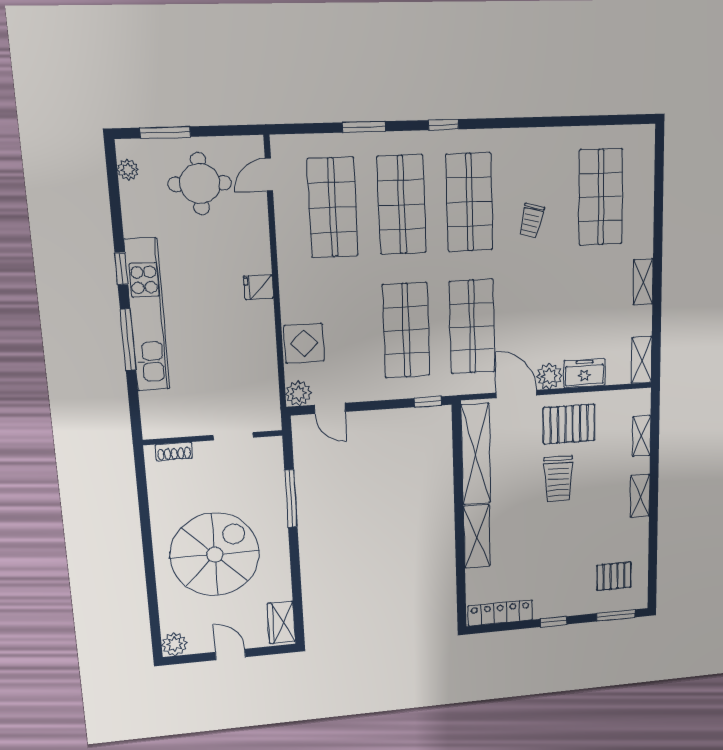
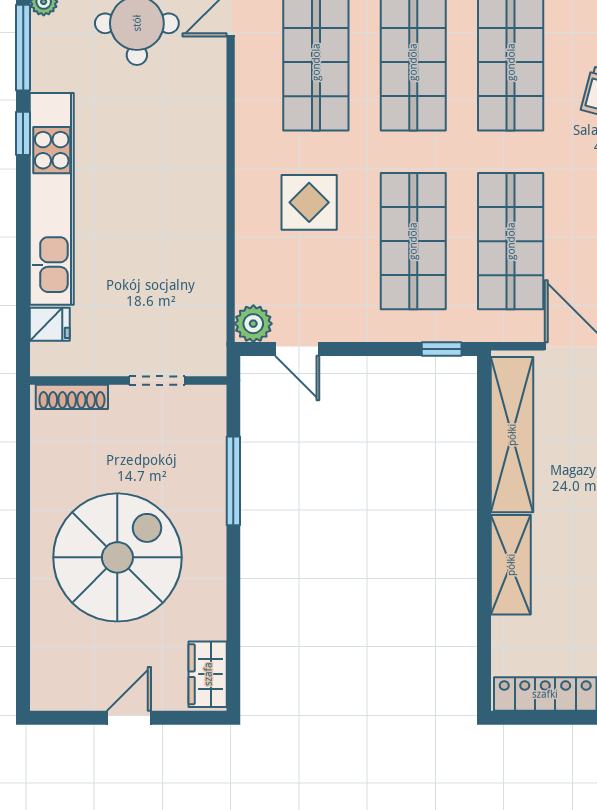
fridge: (259, 287) -> (50, 324), moved, turned 180
window: (128, 340) -> (23, 48), moved
display table: (304, 343) -> (309, 202), moved
shoe rack: (174, 452) -> (72, 397), width x1.43
plant: (175, 644) -> (49, 692), removed
door: (230, 654) -> (129, 718), hinge flipped

